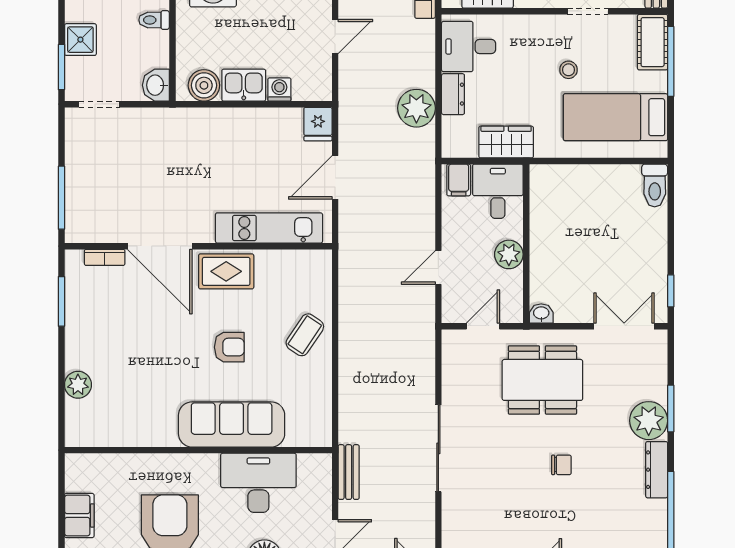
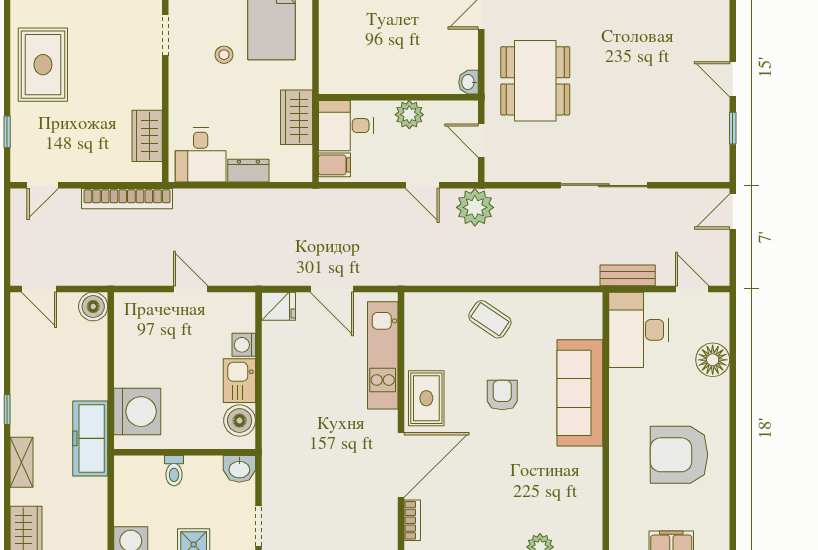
plant: (416, 108) -> (475, 207), moved
chair: (561, 465) -> (620, 62), removed
desk: (258, 483) -> (639, 330), moved

